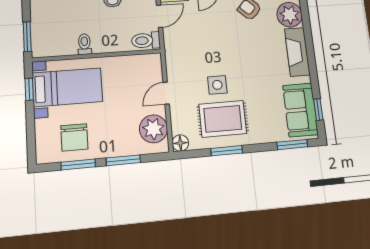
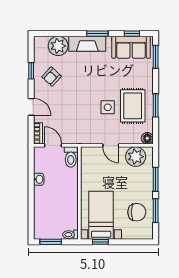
window: (27, 37) -> (51, 242), moved
toilet: (84, 44) -> (70, 235), moved
window: (312, 64) -> (97, 34), added

